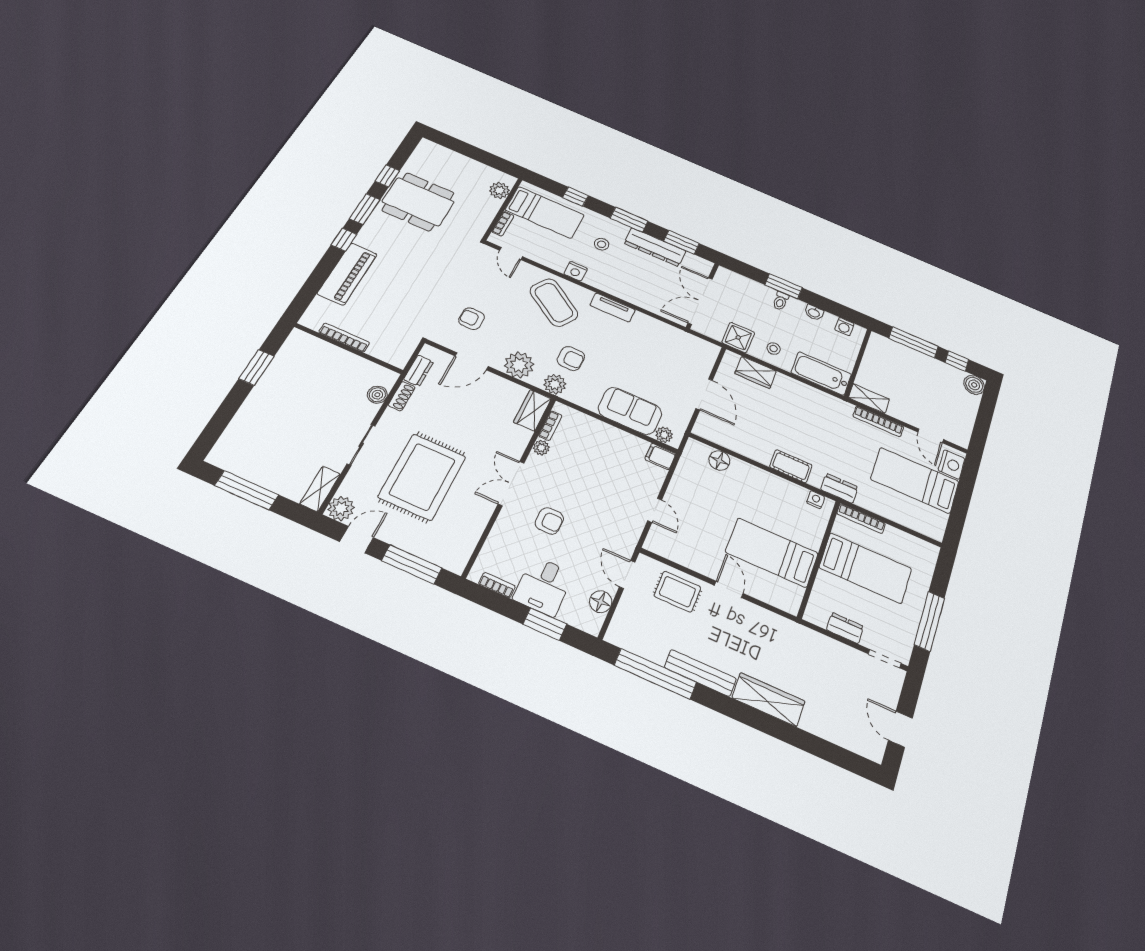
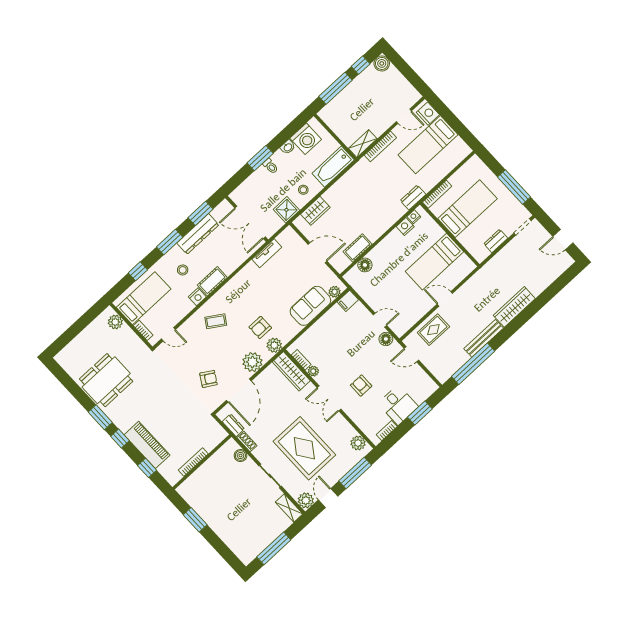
window: (387, 176) -> (147, 468), moved
cot: (604, 282) -> (212, 281), added
coffee table: (554, 302) -> (216, 321), width x0.54, depth x0.58
tv unit: (613, 307) -> (267, 253), moved
armchair: (472, 319) -> (208, 379), turned -149
washing machine: (844, 327) -> (306, 139), width x1.89, depth x1.89
armchair: (571, 358) -> (260, 327), turned 180
door: (471, 361) -> (239, 391), width x1.36
wardrobe: (532, 410) -> (291, 371), width x1.50
cot: (791, 466) -> (358, 248), moved
nightstand: (797, 493) -> (405, 227), added
armchair: (549, 521) -> (361, 386), turned -90
plant: (461, 550) -> (358, 443), added
floor lamp: (601, 602) -> (386, 339), moved

